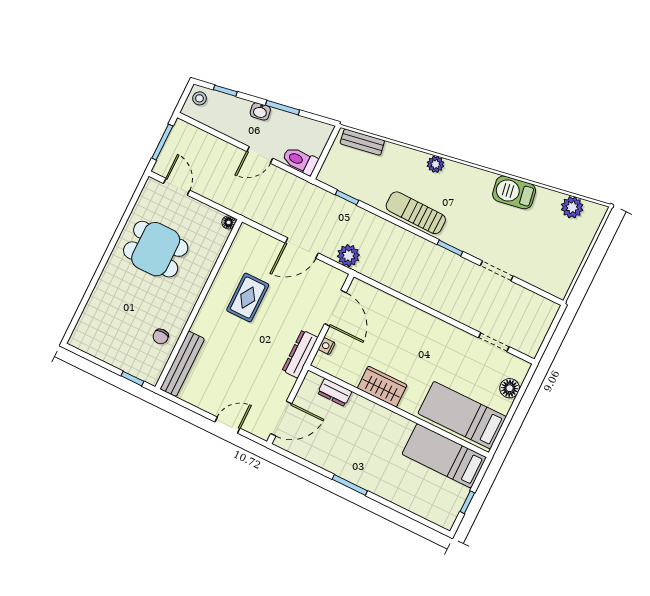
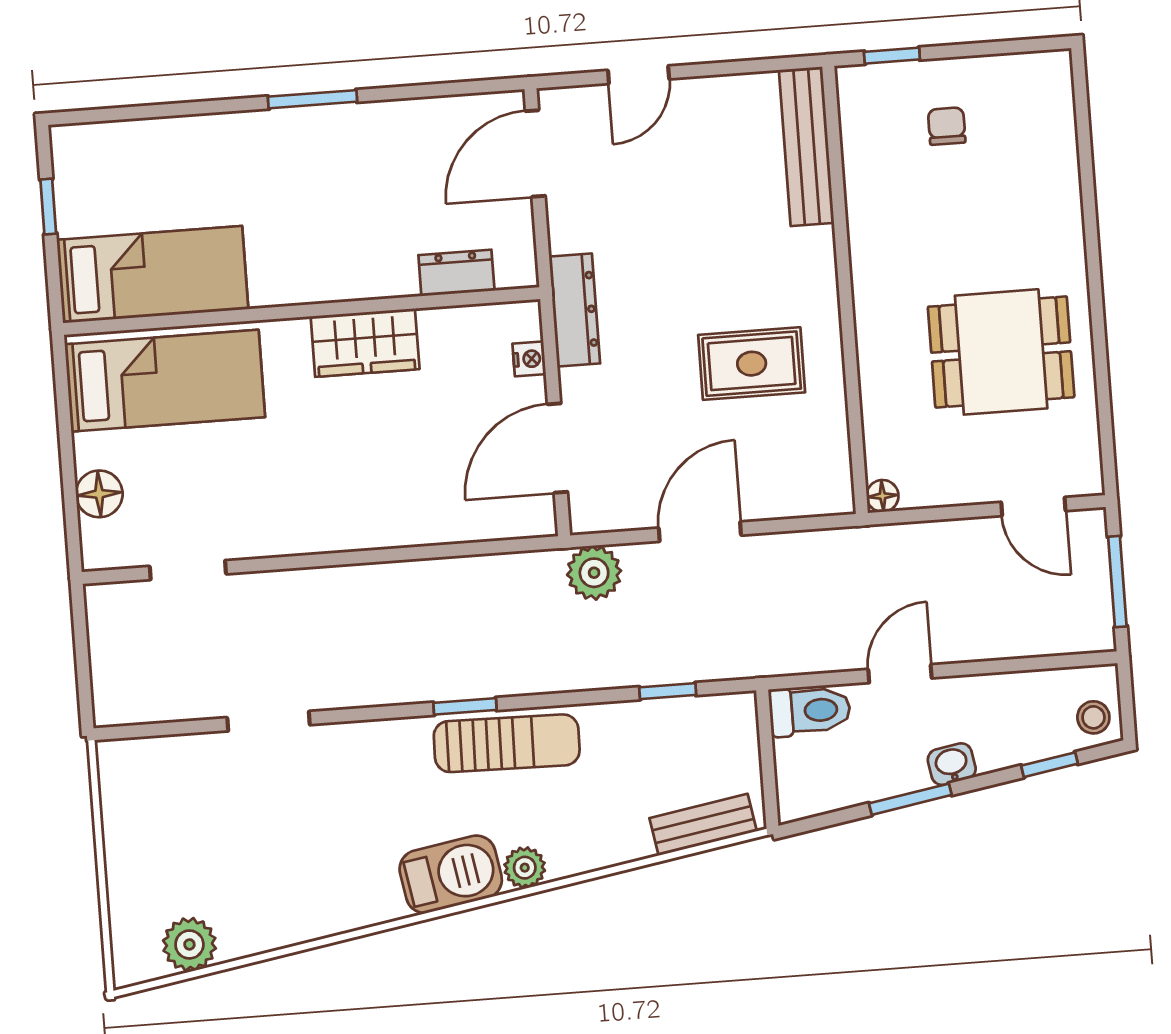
barbecue: (514, 192) -> (451, 874), moved
window: (450, 248) -> (465, 706), moved
rug: (248, 298) -> (752, 364), turned 90
door: (335, 308) -> (557, 448), hinge flipped
chair: (161, 336) -> (947, 126), moved

